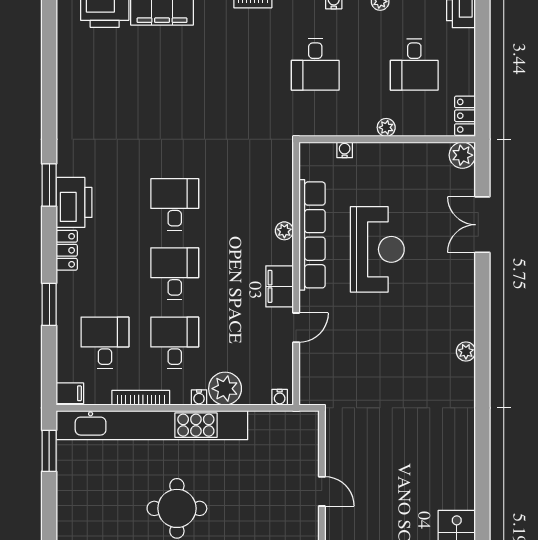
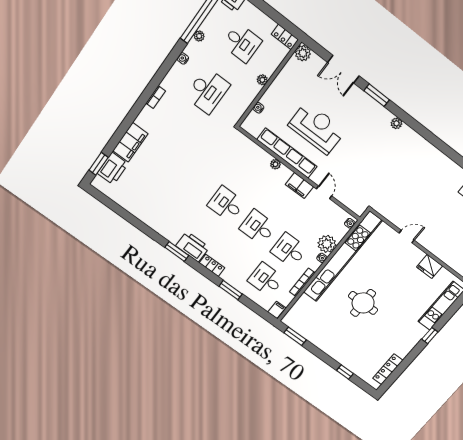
desk: (315, 65) -> (208, 91), width x1.37
window: (482, 295) -> (377, 95), added
kitchen unit: (152, 425) -> (342, 257), moved

